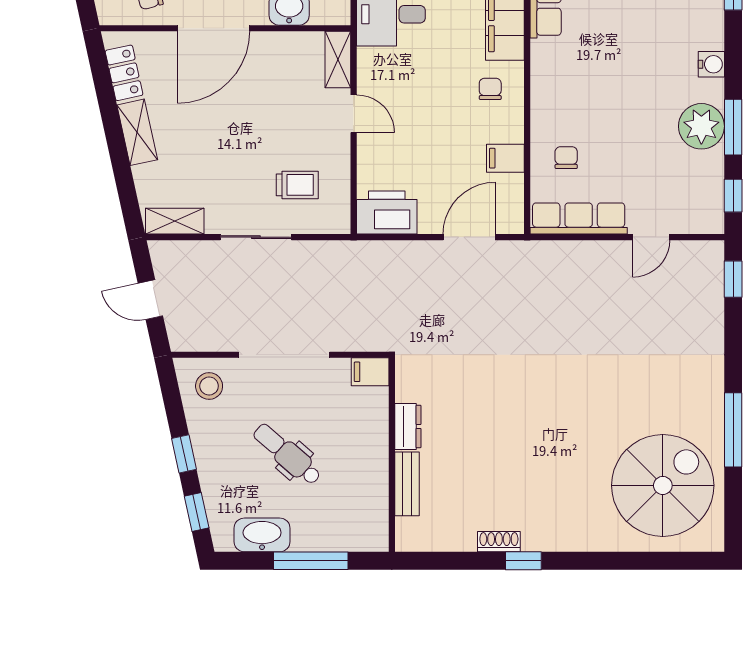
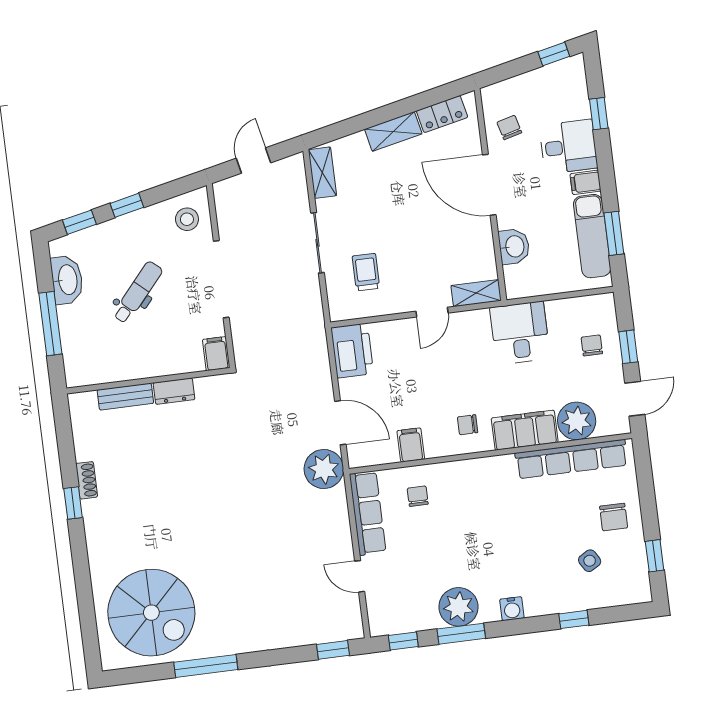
chair: (490, 89) -> (468, 425), turned 180
chair: (566, 158) -> (418, 496), turned -90
trolley: (297, 185) -> (366, 272), turned 180
plant: (521, 263) -> (324, 469), added

